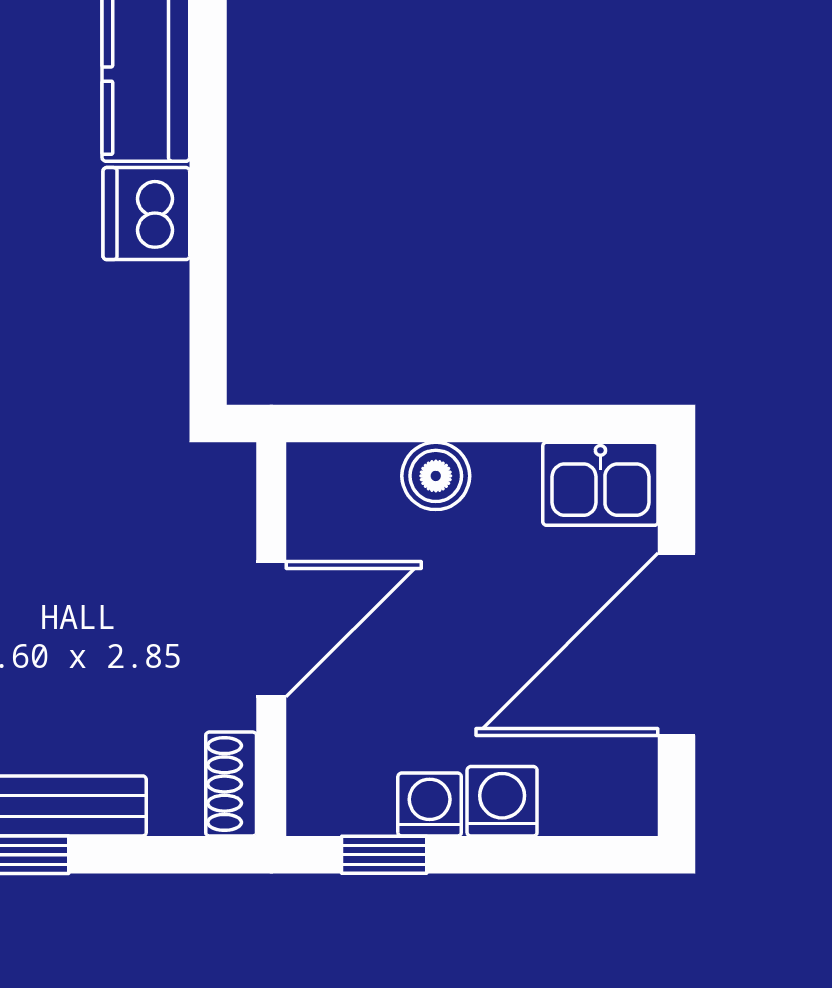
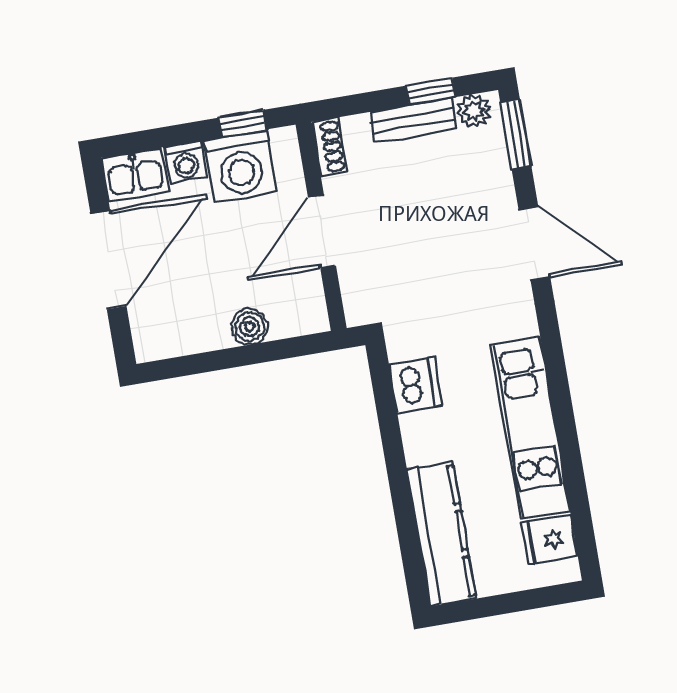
dishwasher: (146, 214) -> (416, 385), moved
kitchen sink: (600, 484) -> (135, 174), moved, turned 180
washing machine: (430, 805) -> (241, 166), width x1.89, depth x1.89

